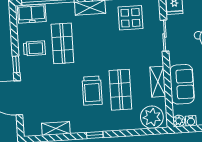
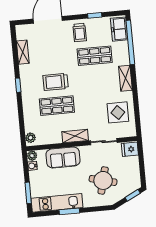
trolley: (34, 48) -> (80, 32), moved
window: (16, 64) -> (95, 15), moved
shelving: (158, 82) -> (75, 136), moved
plant: (152, 117) -> (31, 138), width x0.53, depth x0.53

